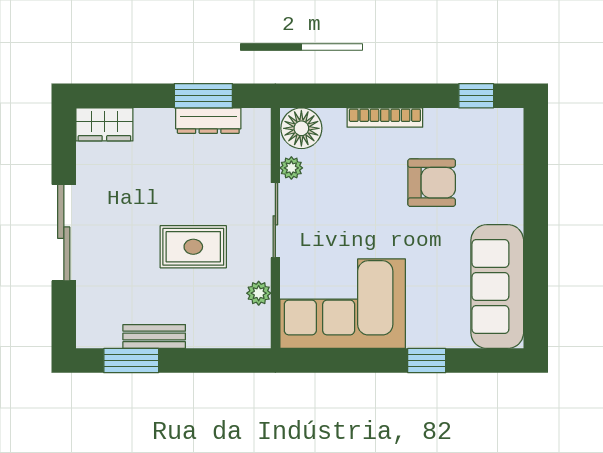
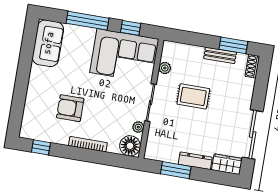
dresser: (208, 121) -> (195, 161), moved
sliding door: (64, 233) -> (253, 135), moved
sofa: (497, 287) -> (48, 43), width x0.73
shoe rack: (87, 326) -> (252, 66), added
window: (340, 361) -> (131, 28), added
window: (427, 361) -> (87, 21), width x2.17

